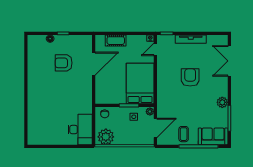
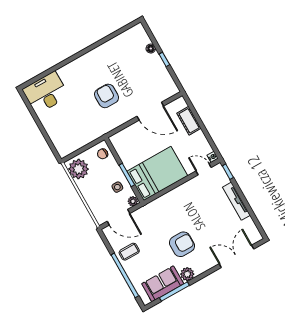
armchair: (64, 63) -> (107, 96), moved
armchair: (190, 77) -> (182, 244), moved
desk: (80, 130) -> (46, 93), moved, turned 180
sofa: (213, 136) -> (163, 284), moved, turned -90

